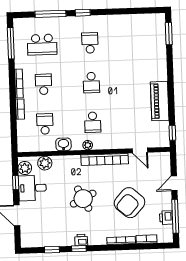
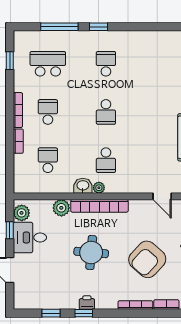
window: (11, 43) -> (10, 61), width x0.46
school desk: (42, 45) -> (48, 64), turned 180
washbasin: (63, 144) -> (83, 186), moved
bookcase: (105, 159) -> (99, 206), moved
plant: (45, 163) -> (61, 208), moved
round table: (83, 199) -> (91, 253), turned 32

